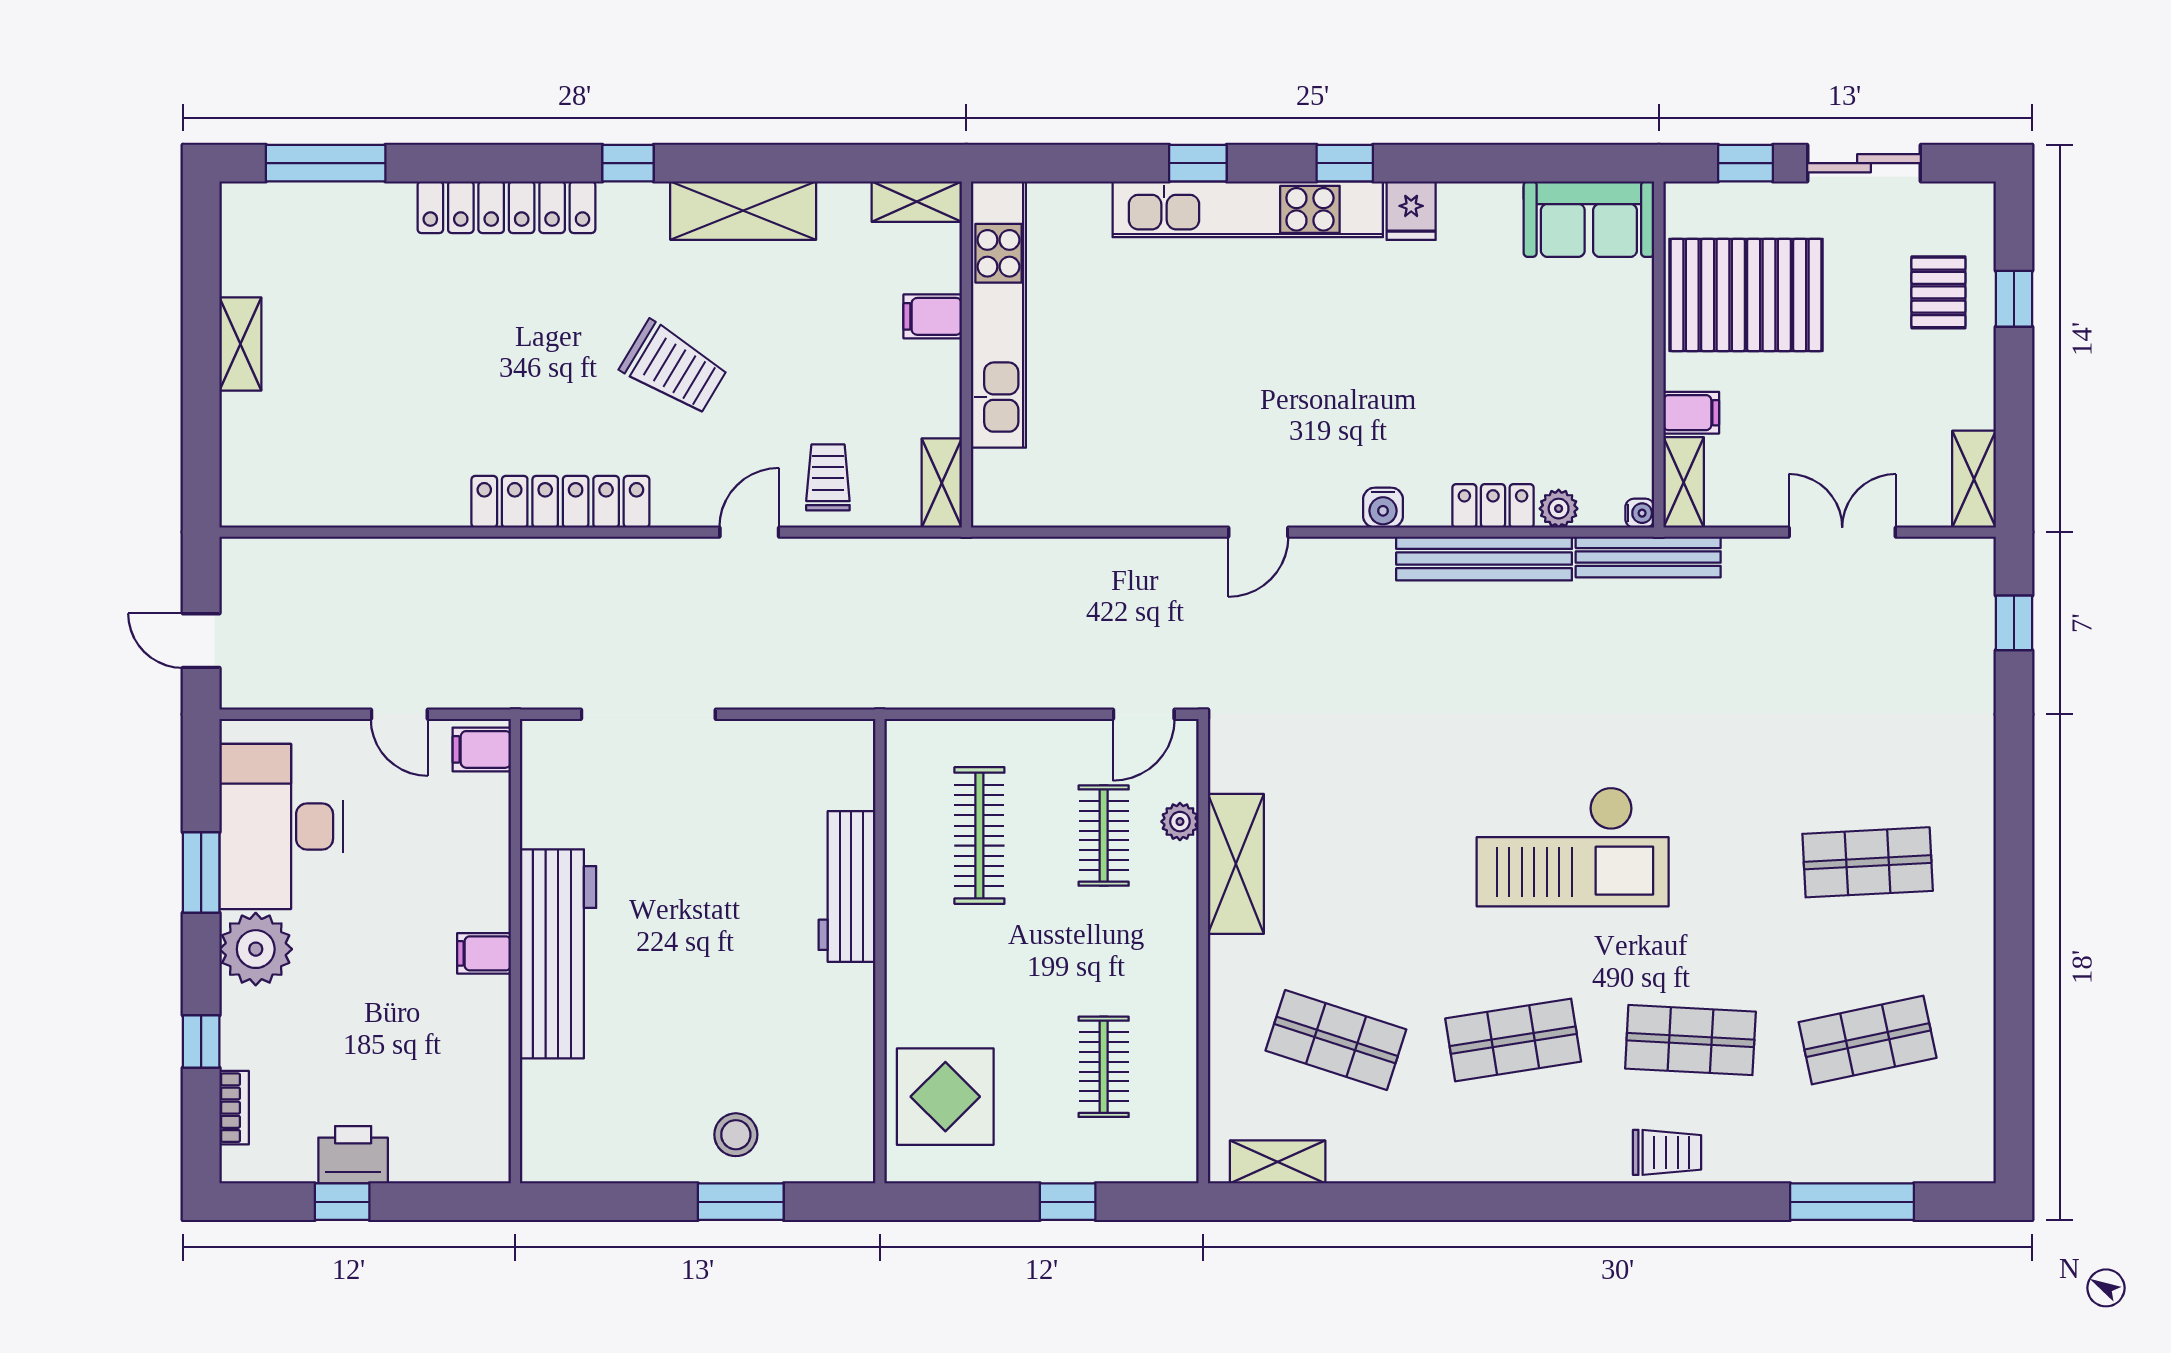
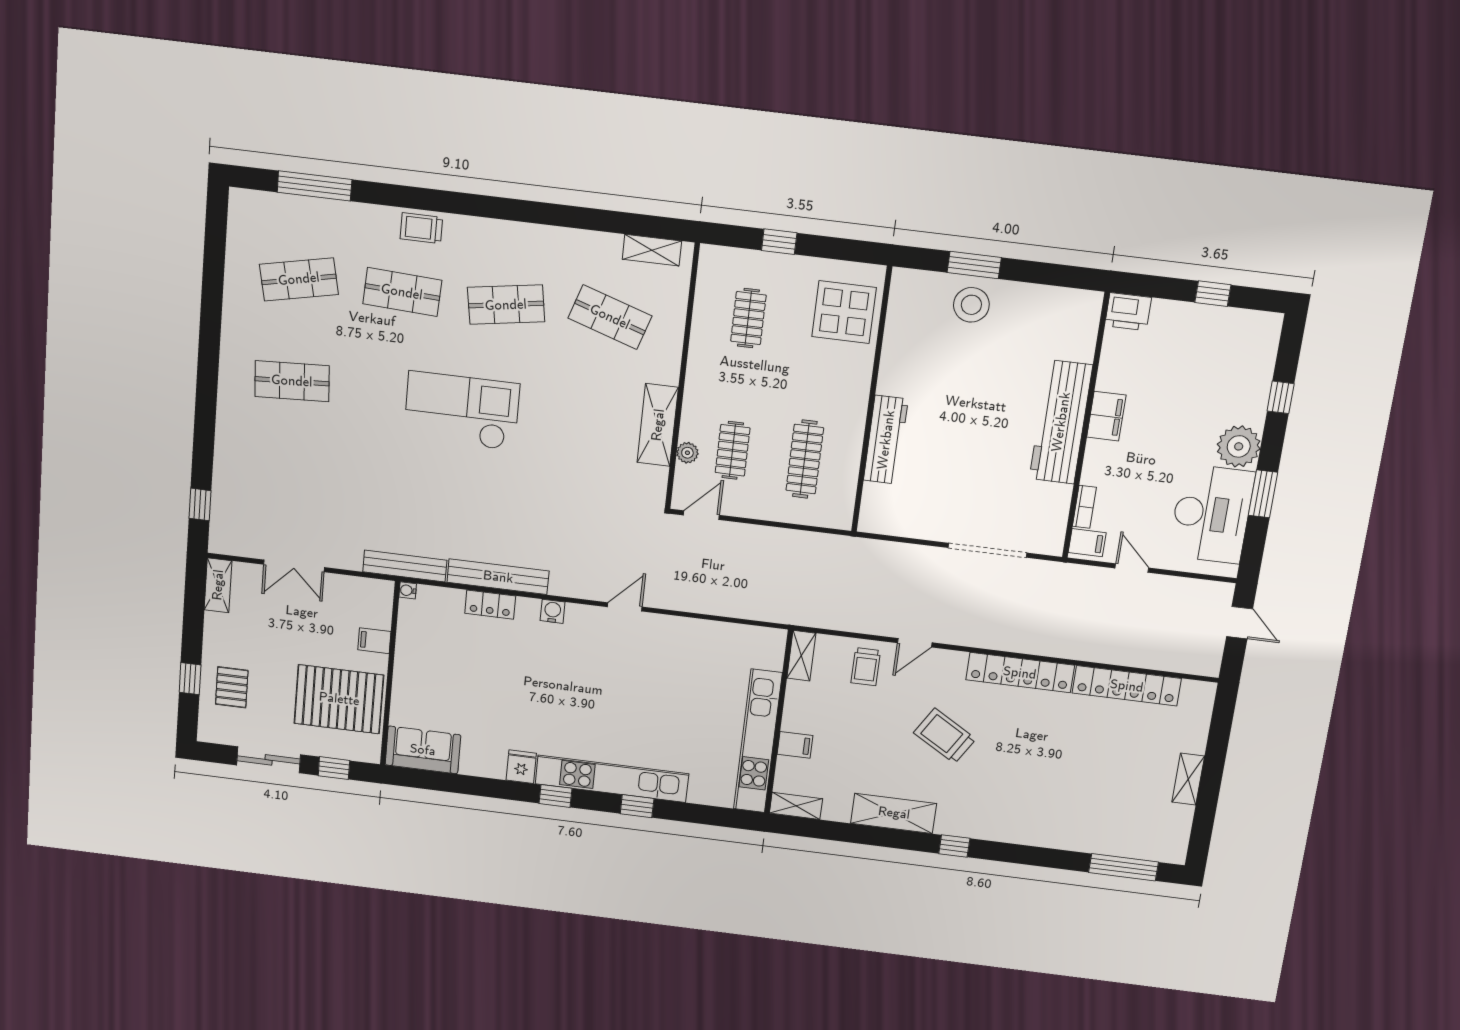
locker: (506, 207) -> (1127, 686), moved, turned 180
shelving: (1684, 482) -> (382, 604), removed
plant: (1559, 509) -> (453, 599), removed
filing cabinet: (484, 953) -> (1106, 416), width x2.00
bookcase: (234, 1108) -> (1084, 507), moved, turned 180
stool: (736, 1135) -> (971, 305), width x1.38, depth x1.38
printer: (353, 1155) -> (1128, 312), moved

